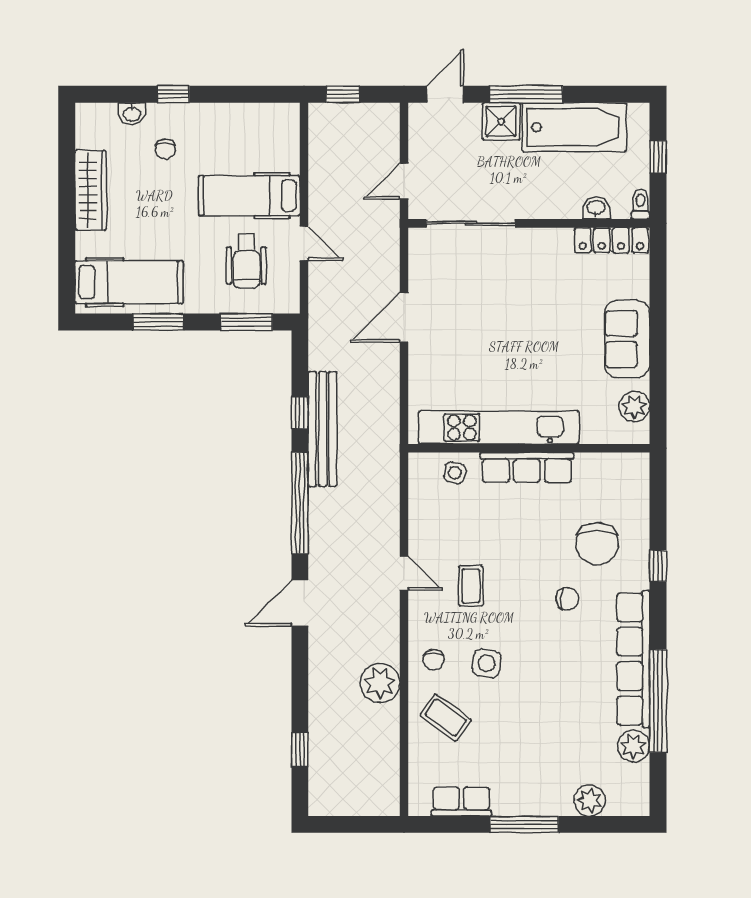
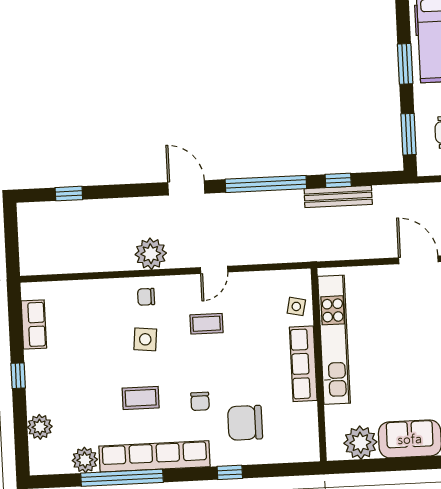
plant: (634, 407) -> (360, 443), width x1.36, depth x1.36
bench: (323, 429) -> (338, 197), width x0.73, depth x0.82
plant: (380, 683) -> (151, 254), moved
coffee table: (446, 717) -> (141, 398), moved, turned 54
window: (524, 824) -> (18, 376), width x0.46

